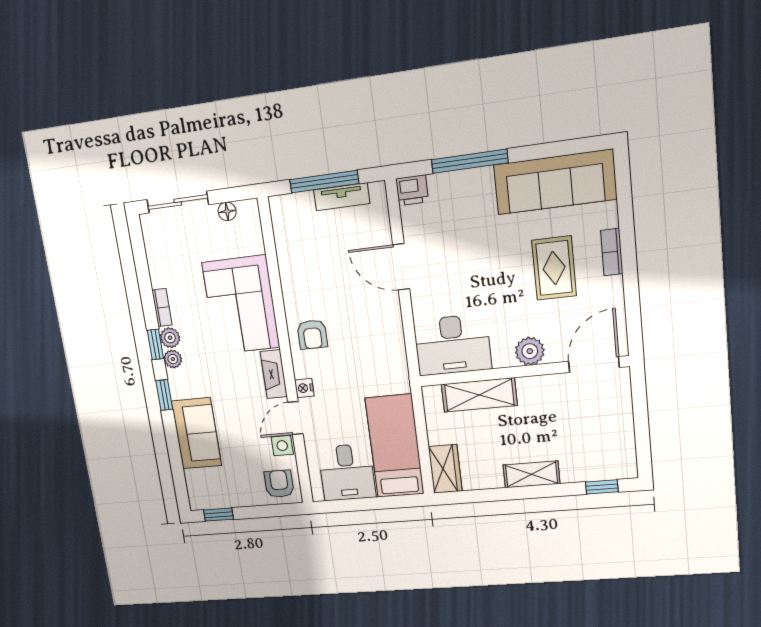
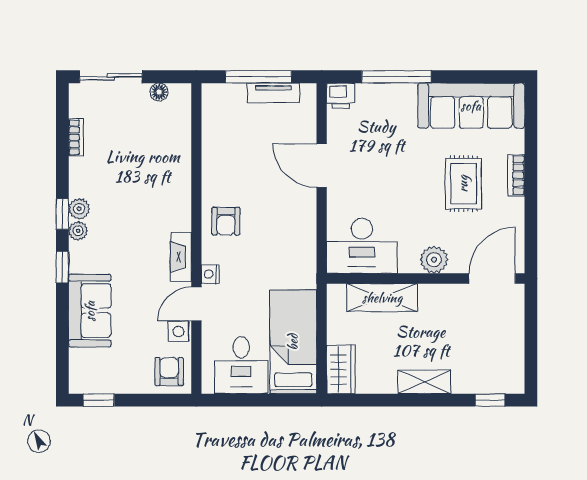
corner sofa: (241, 305) -> (158, 184), removed
bookcase: (162, 307) -> (76, 137), moved

